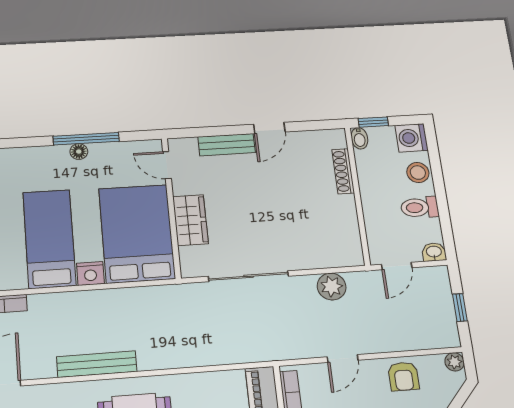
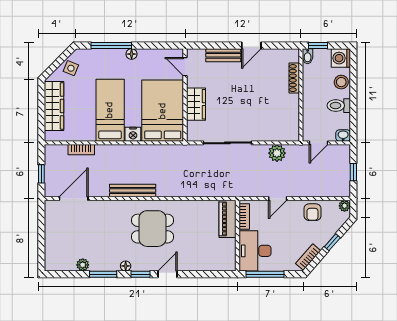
window: (86, 139) -> (111, 46), moved

